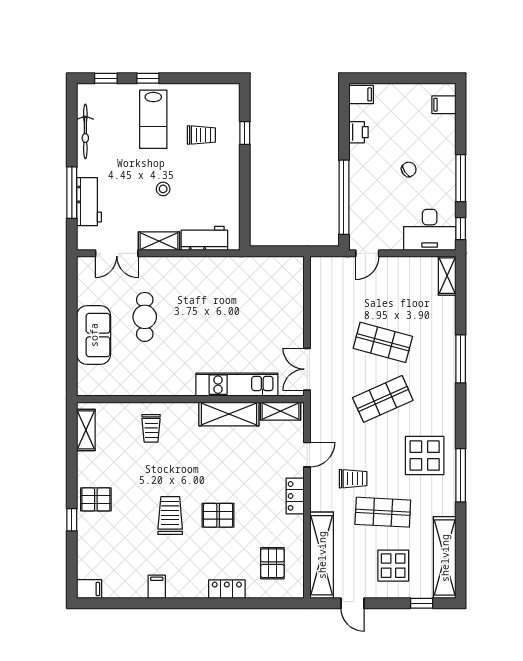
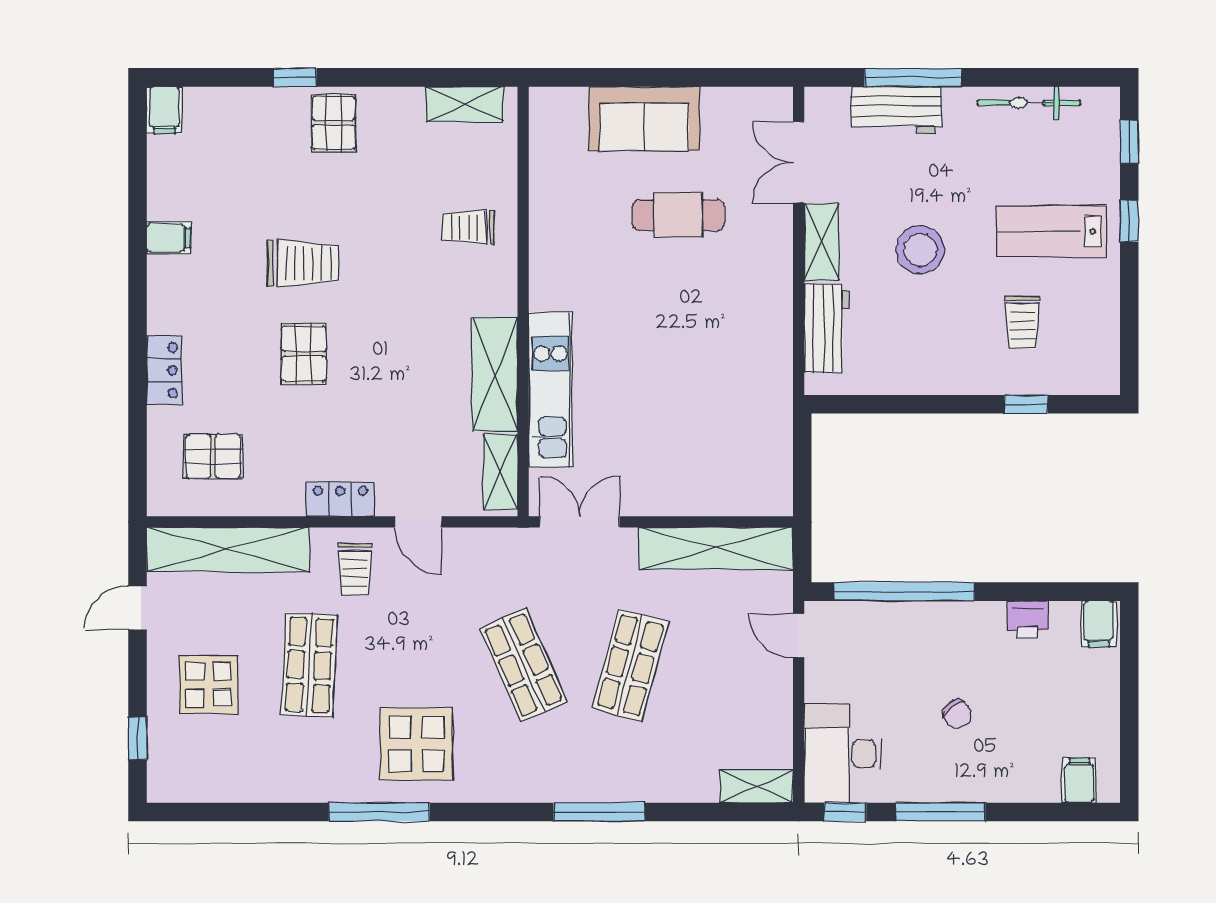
stool: (163, 189) -> (920, 250), width x1.89, depth x1.89
trolley: (353, 479) -> (355, 569), moved
shelving: (445, 558) -> (716, 548), moved

